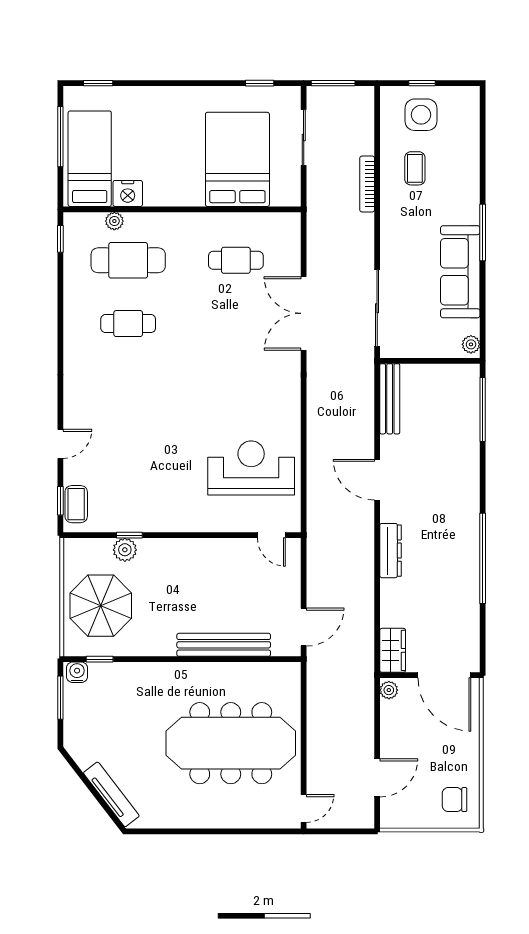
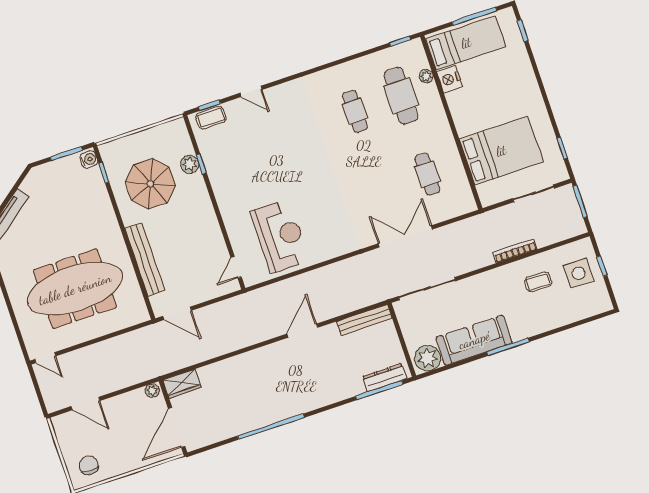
plant: (471, 344) -> (428, 358), width x1.88, depth x1.88
dresser: (391, 551) -> (385, 378), moved, turned 180
parasol: (101, 606) -> (150, 184), moved
meeting table: (231, 743) -> (75, 289), turned 90

